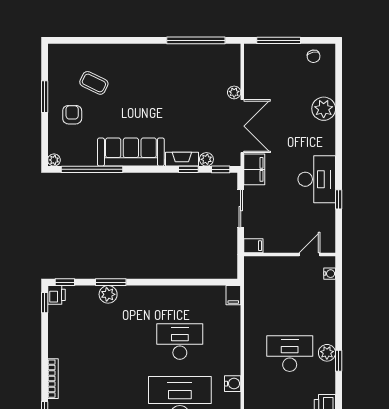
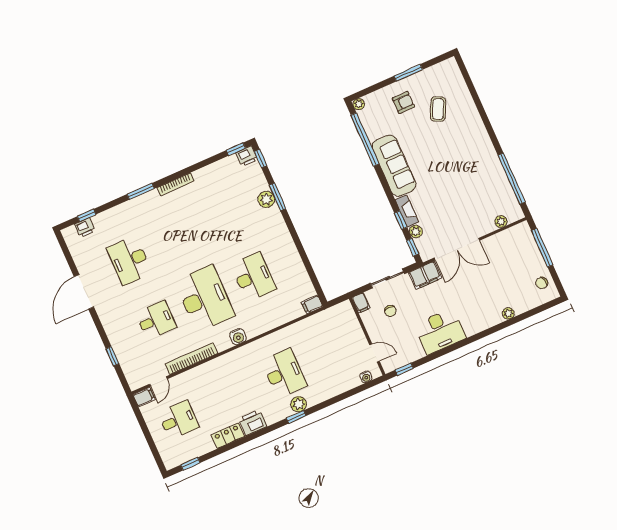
plant: (234, 92) -> (501, 222), moved
plant: (324, 109) -> (508, 313), width x0.53, depth x0.53
window: (339, 199) -> (404, 369), moved
chair: (274, 220) -> (390, 311), added

